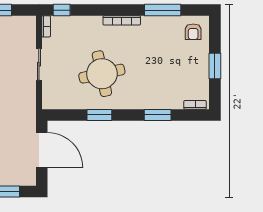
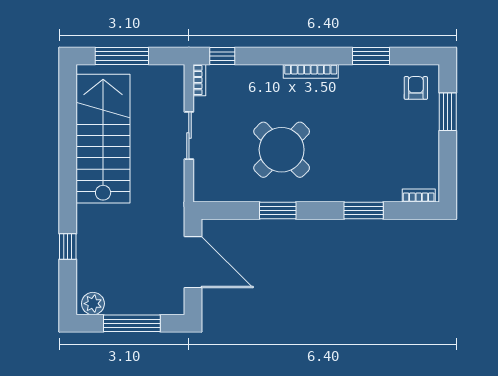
window: (163, 10) -> (371, 56), width x0.69
armchair: (193, 32) -> (416, 88), turned 180
window: (215, 66) -> (448, 112), moved
round table: (102, 74) -> (282, 150), turned -33

